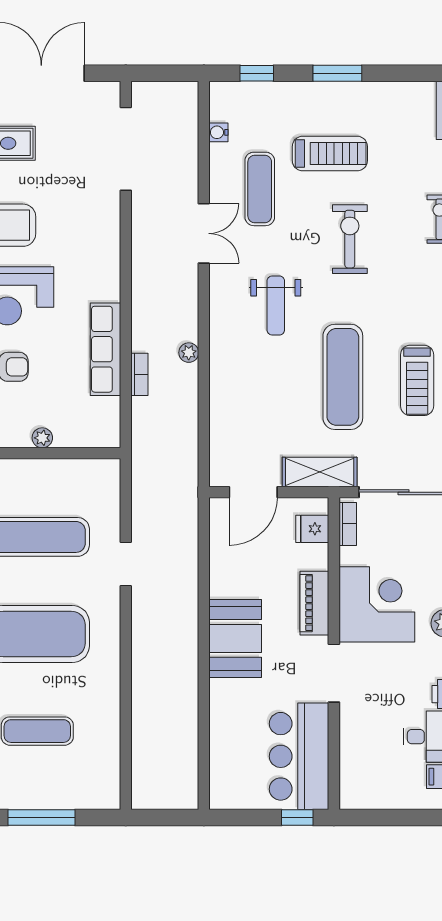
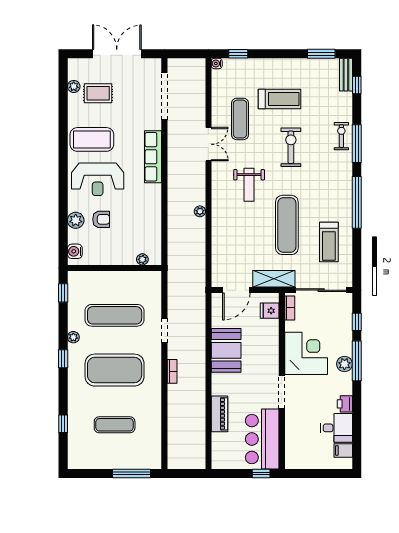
window: (337, 73) -> (321, 54), moved
water cooler: (218, 132) -> (217, 63), moved
row of seats: (106, 349) -> (153, 157), moved
bookcase: (139, 374) -> (172, 371), moved
treadmill: (417, 380) -> (329, 242), moved
plant: (42, 438) -> (142, 259), moved
piano: (314, 603) -> (219, 414), moved, turned 180
booth: (235, 638) -> (226, 350), moved
window: (42, 817) -> (131, 474), moved

